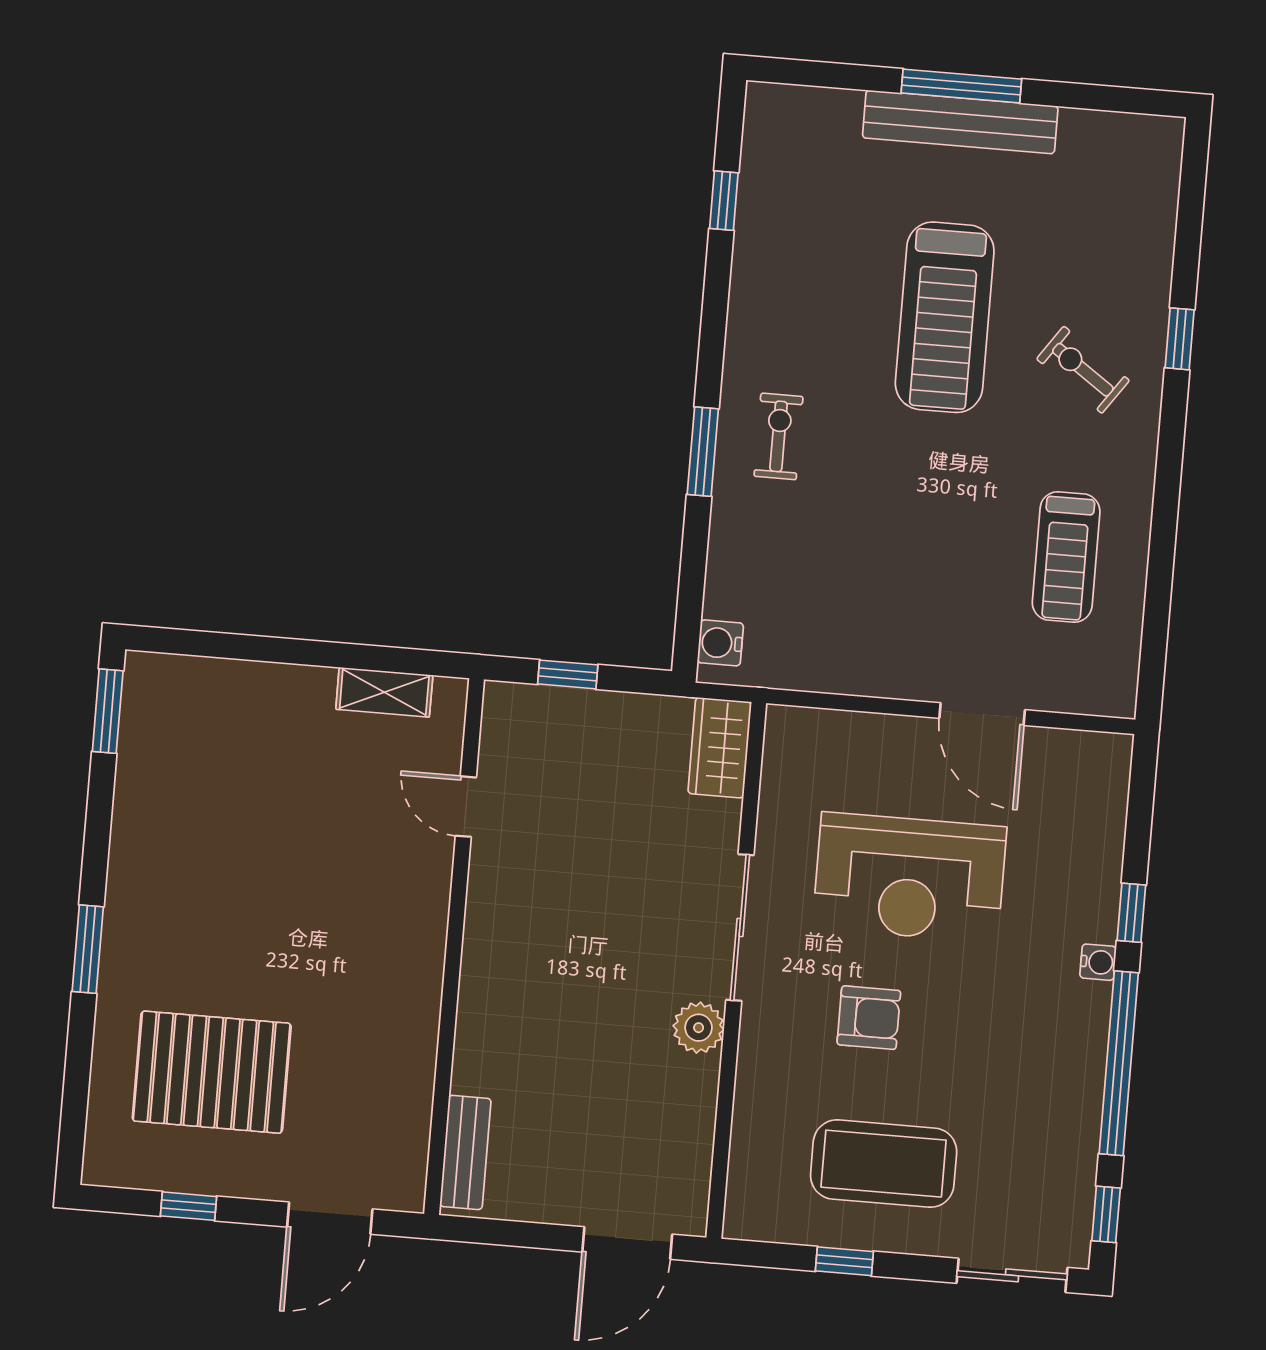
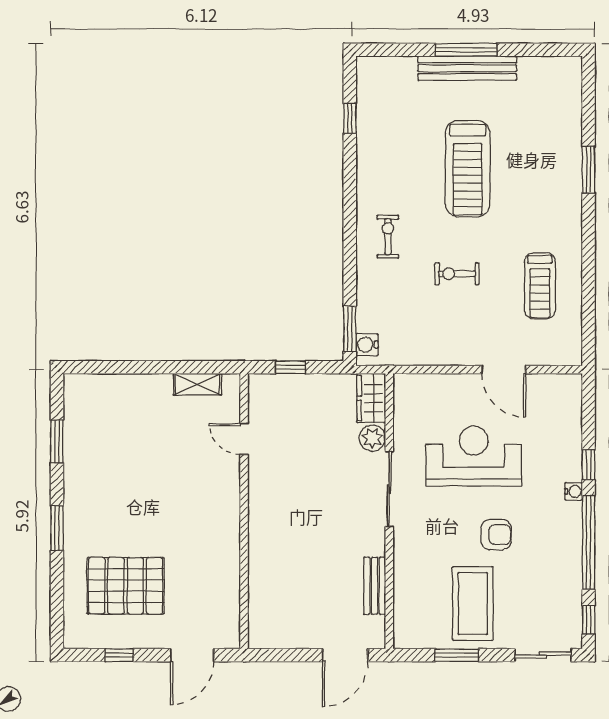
window: (1180, 339) -> (589, 170), width x1.50
exercise bike: (1083, 370) -> (457, 274), moved, turned -35
window: (703, 452) -> (350, 329), moved
window: (108, 711) -> (57, 441), moved
reception desk: (910, 877) -> (474, 456), turned 180
armchair: (869, 1018) -> (496, 535), moved
plant: (699, 1028) -> (372, 438), moved
bench: (465, 1152) -> (375, 586), moved
coffee table: (884, 1164) -> (473, 604), turned 90
window: (844, 1261) -> (457, 655), width x1.50

